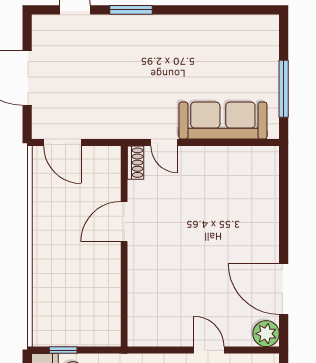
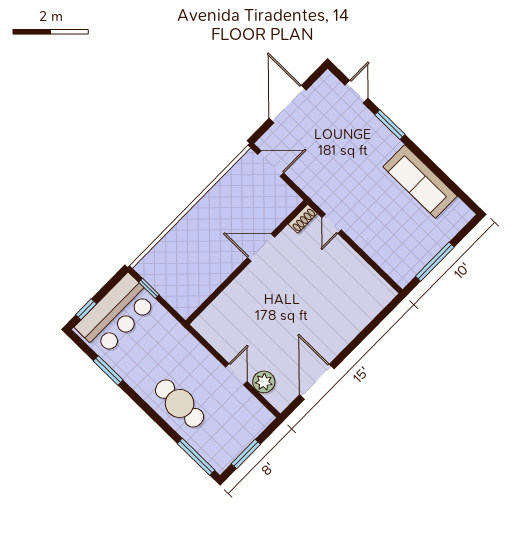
sofa: (223, 121) -> (420, 181), moved, turned 180
door: (62, 143) -> (271, 164), swing flipped
plant: (266, 334) -> (264, 382), moved

